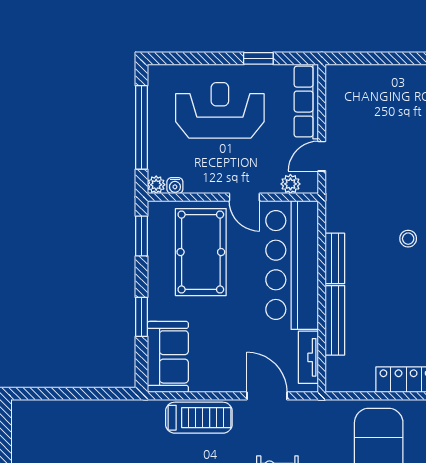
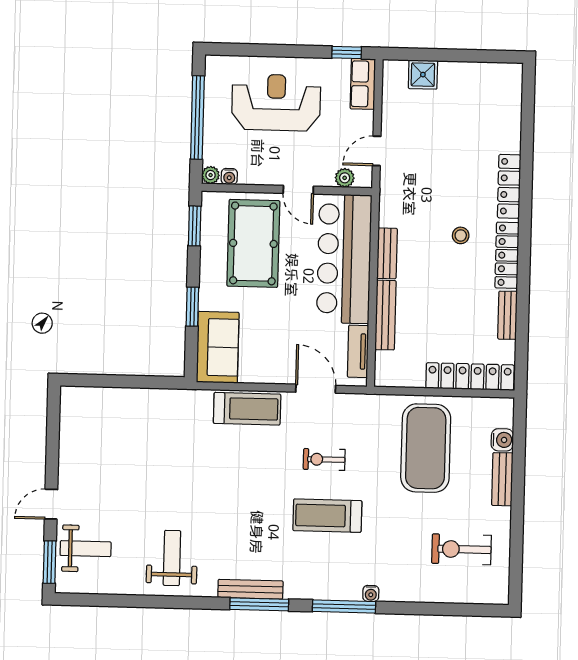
window: (258, 58) -> (347, 52), moved
shower: (366, 79) -> (423, 75), added
row of seats: (306, 102) -> (363, 84), width x0.68

